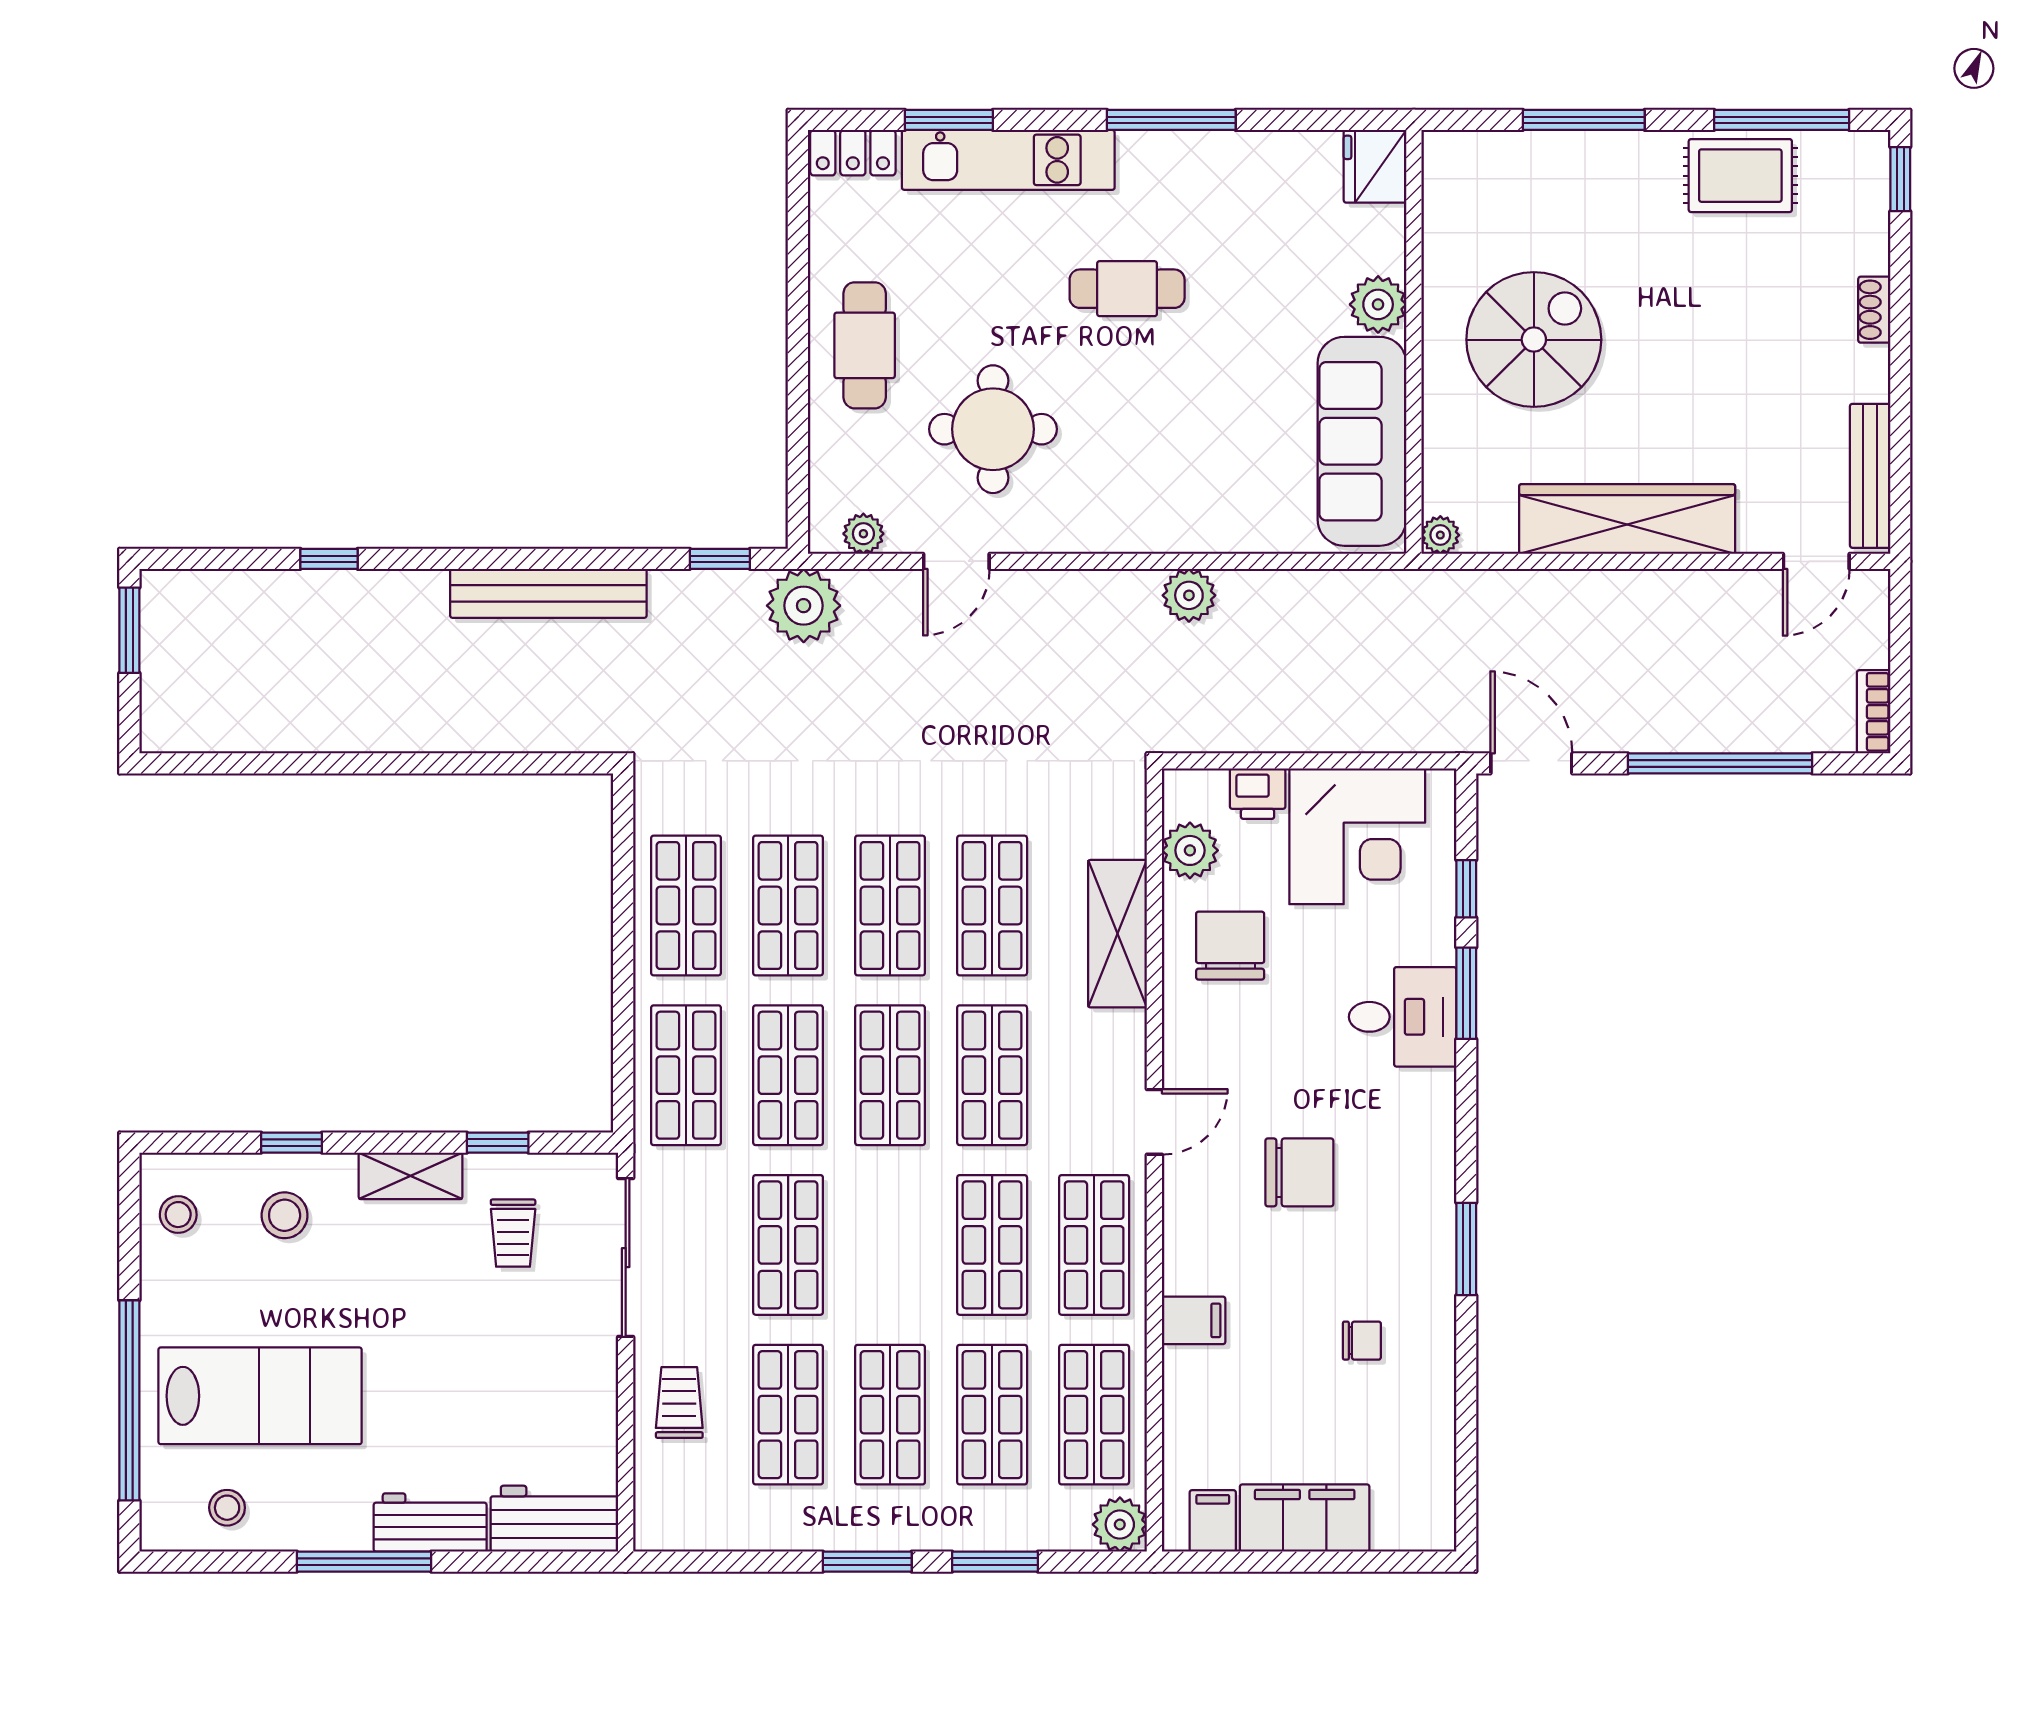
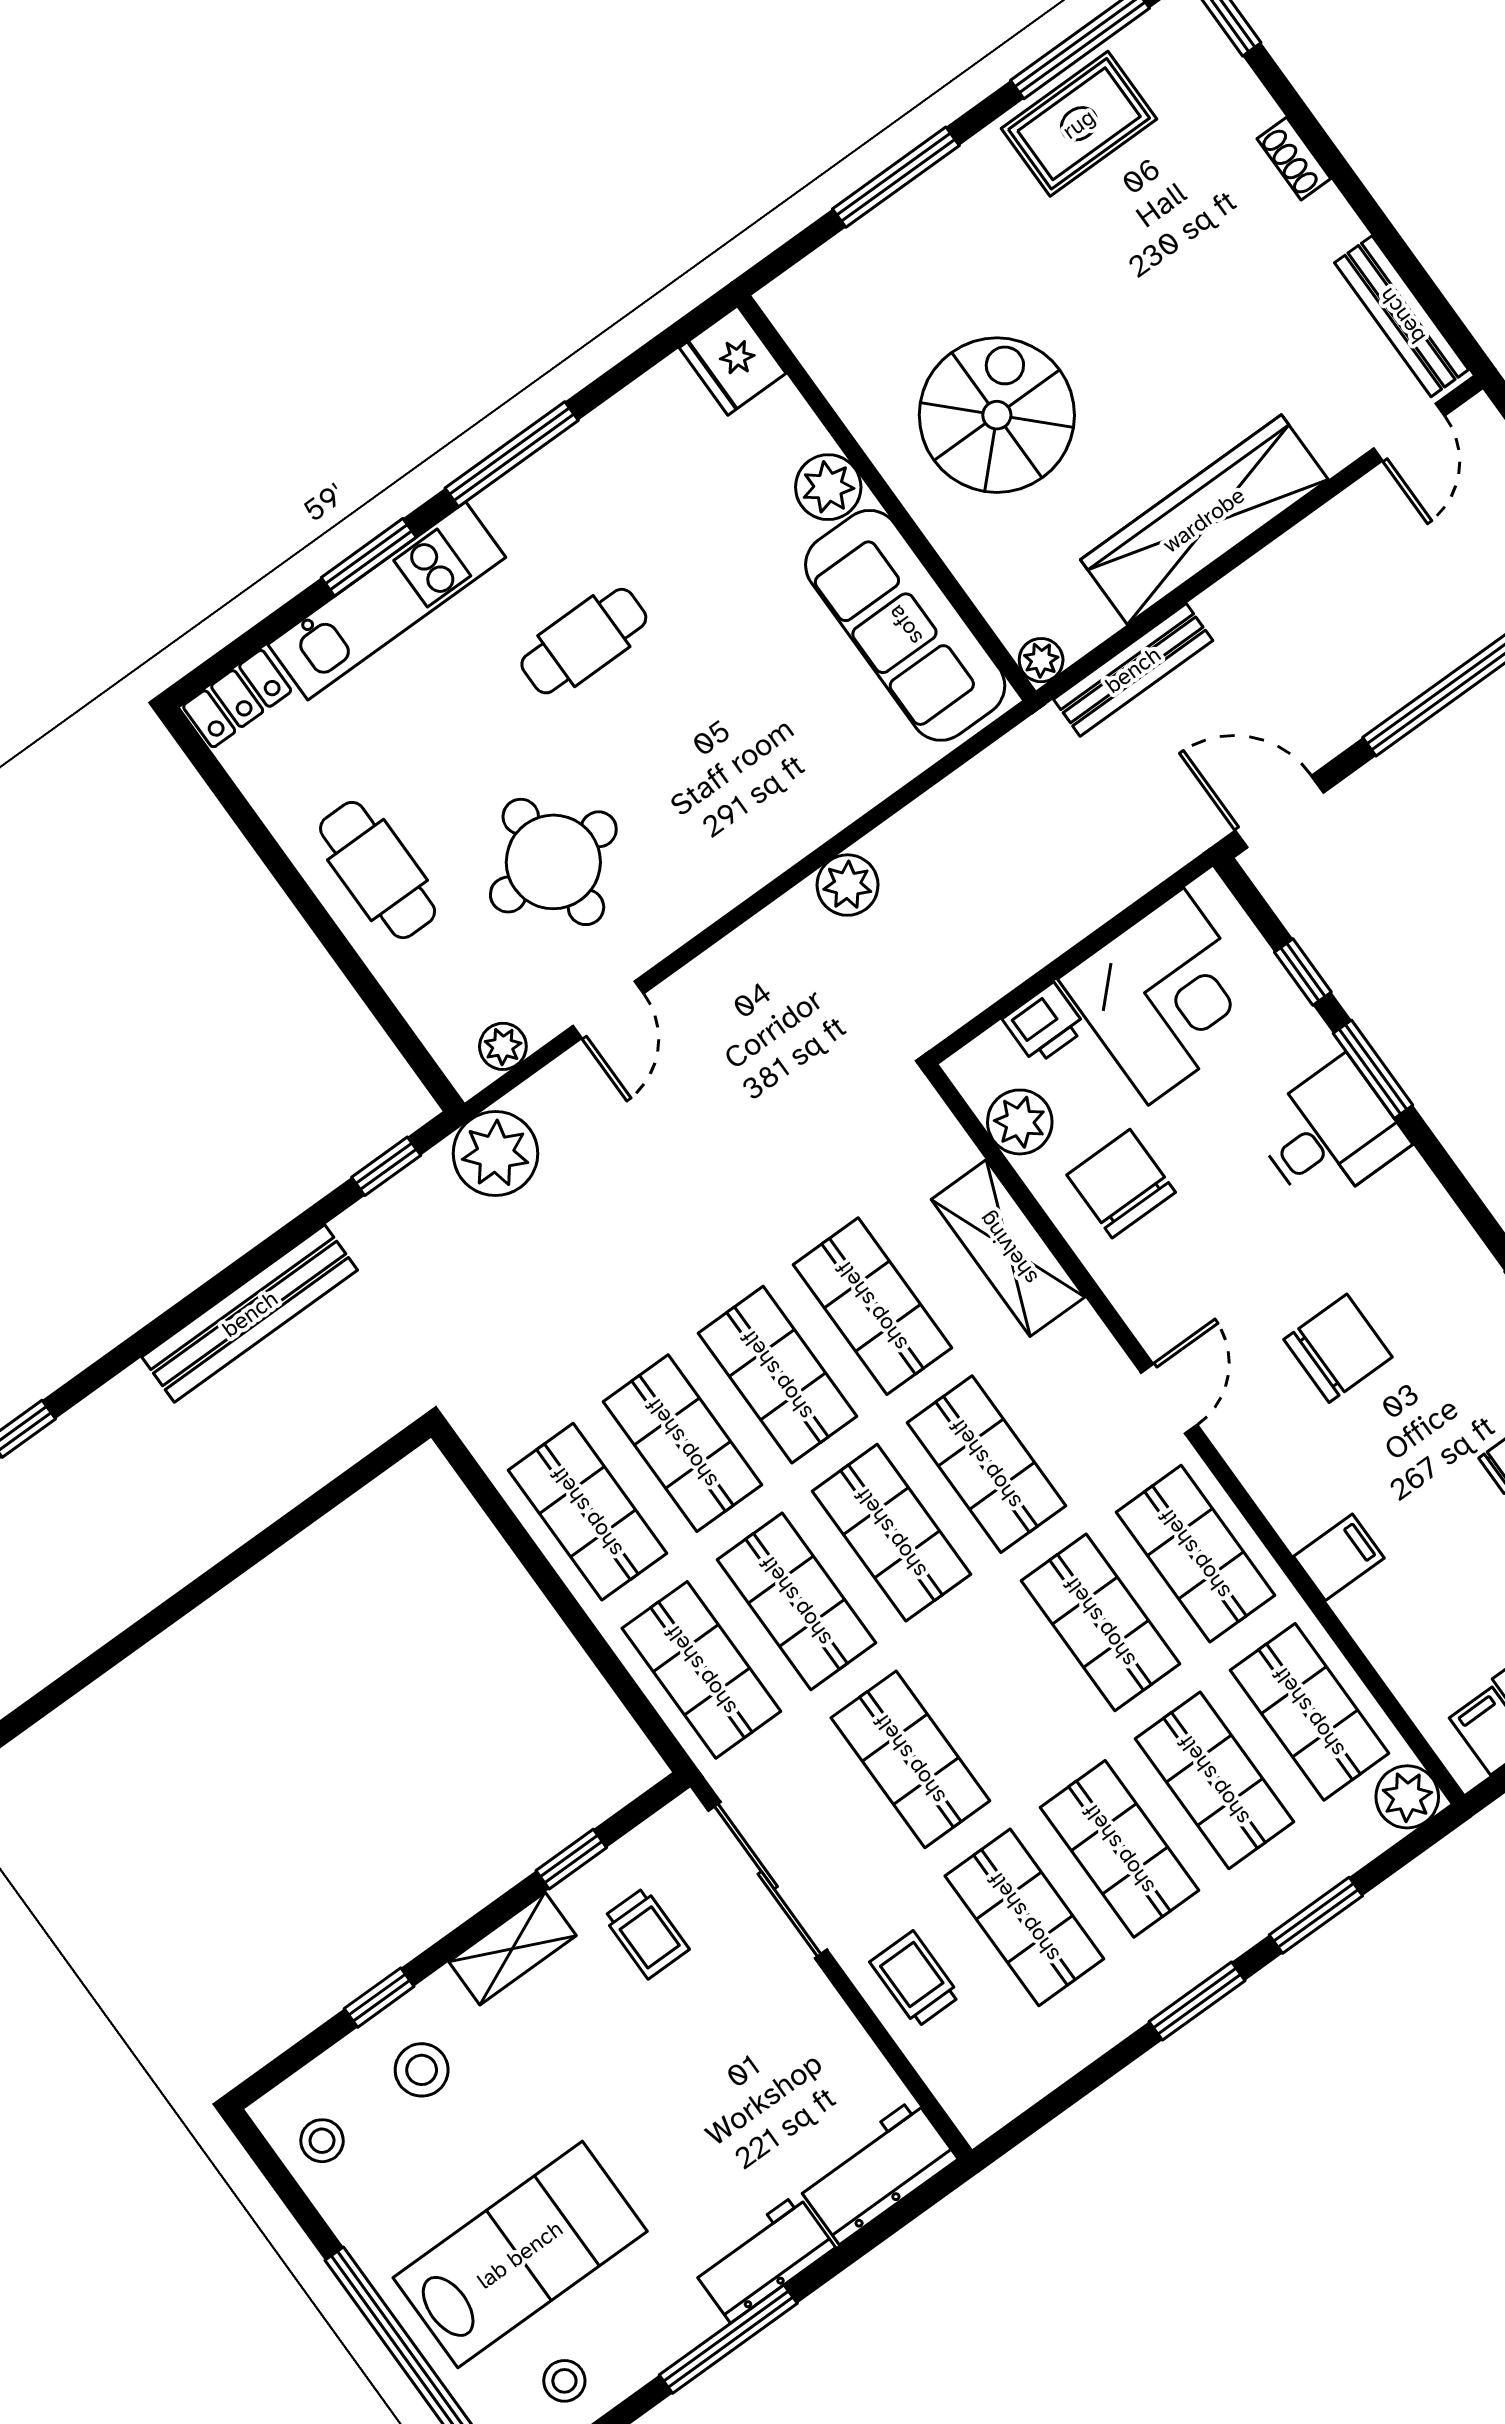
window: (949, 120) -> (369, 557), moved
bench: (1500, 589) -> (1133, 670), added

